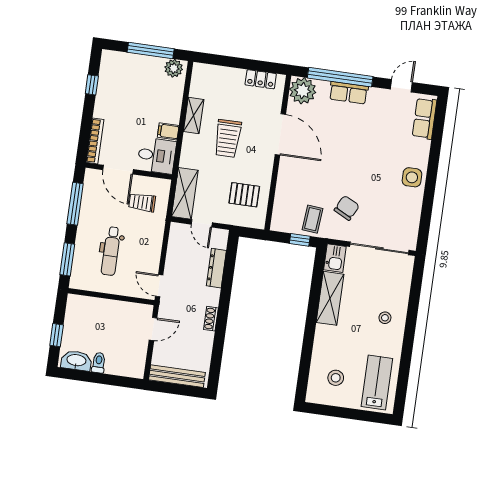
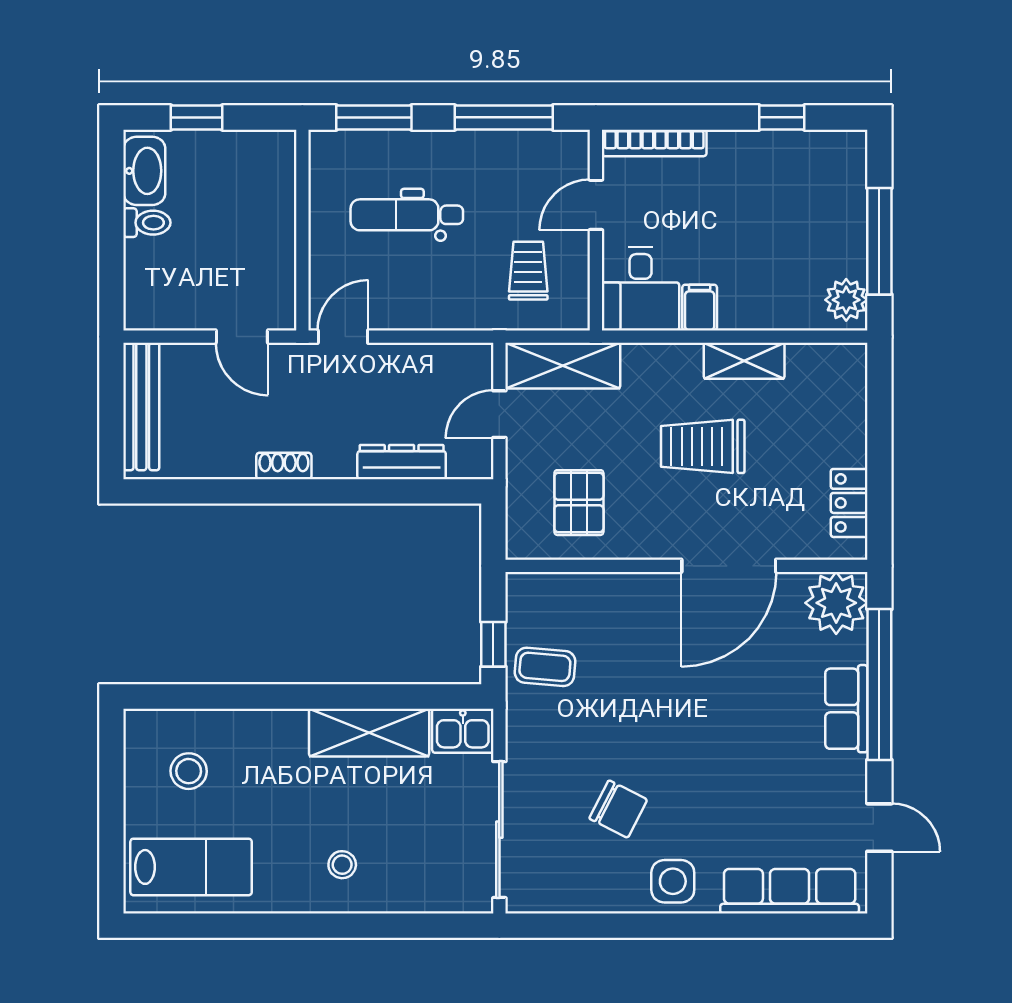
row of seats: (425, 118) -> (790, 891), width x1.48
door: (118, 170) -> (596, 205), width x0.73
chair: (347, 208) -> (618, 809), moved

